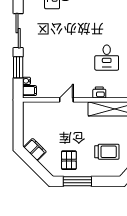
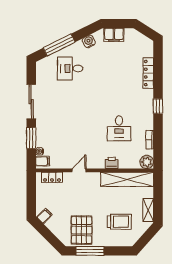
locker: (39, 107) -> (52, 177), added
filing cabinet: (35, 149) -> (44, 216), width x0.50
pallet: (69, 160) -> (82, 230), width x1.50, depth x1.42

